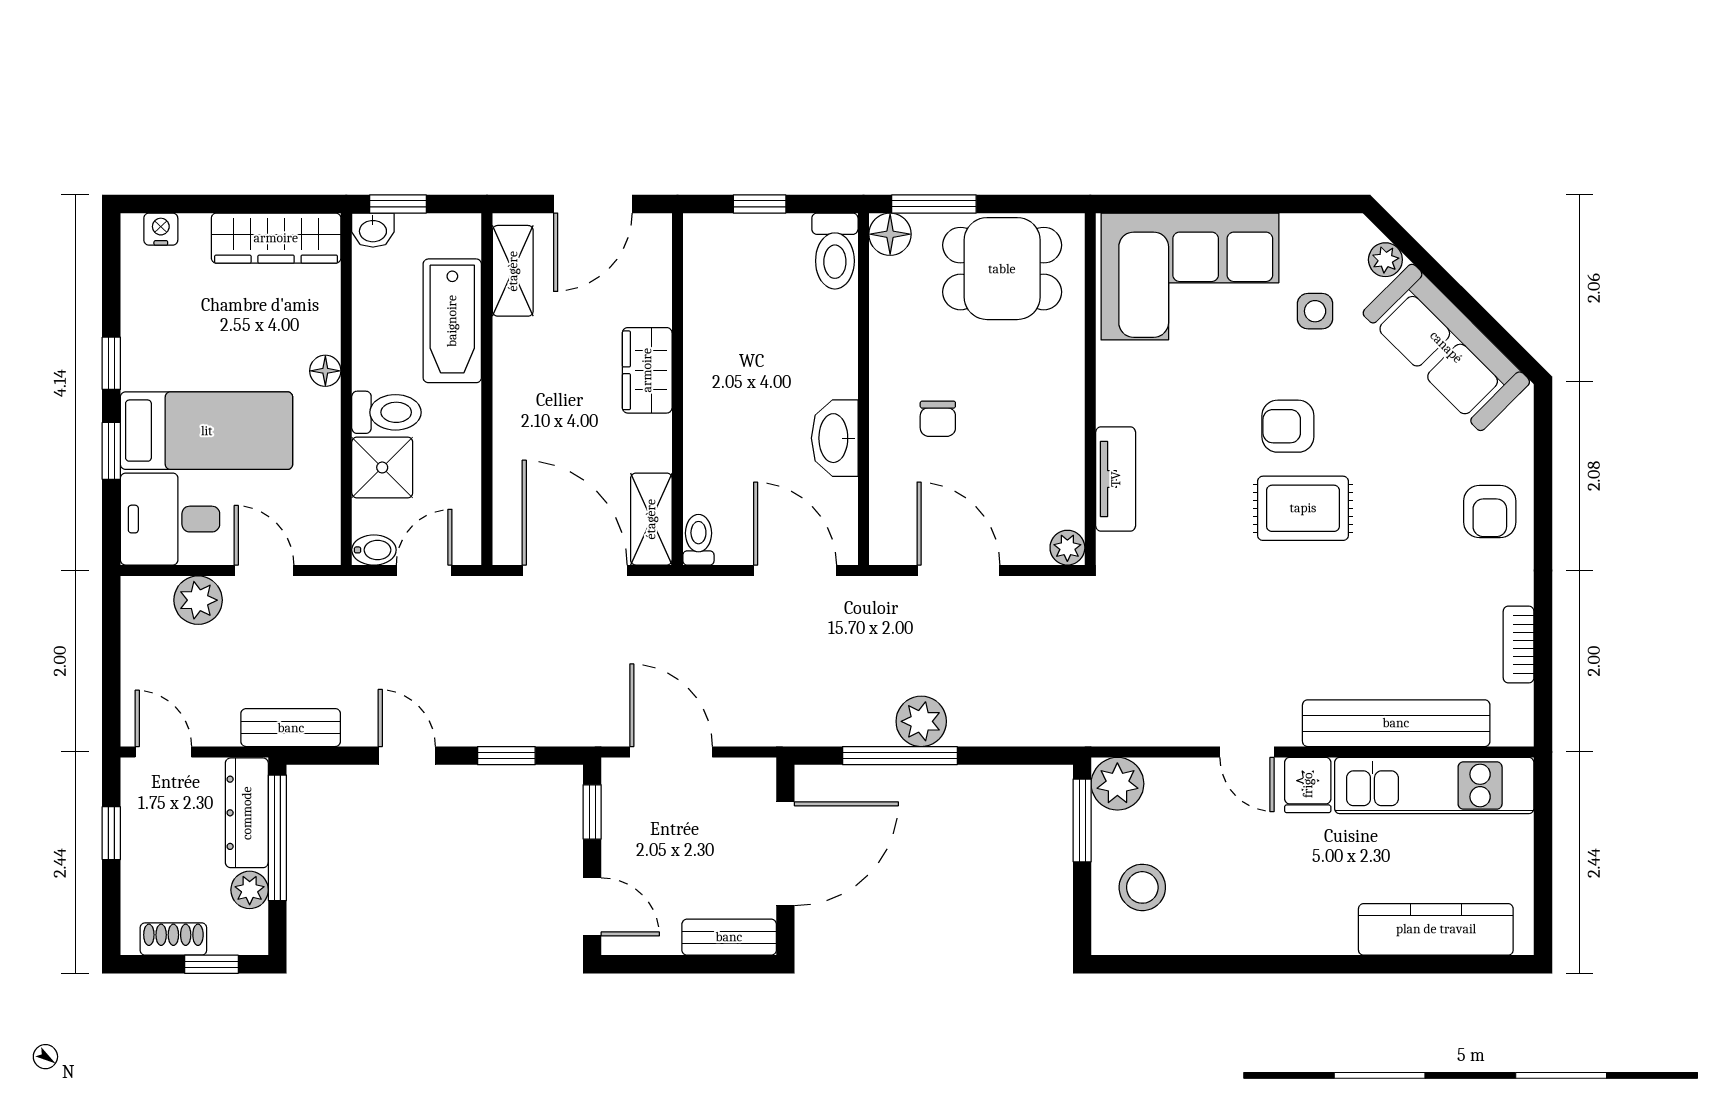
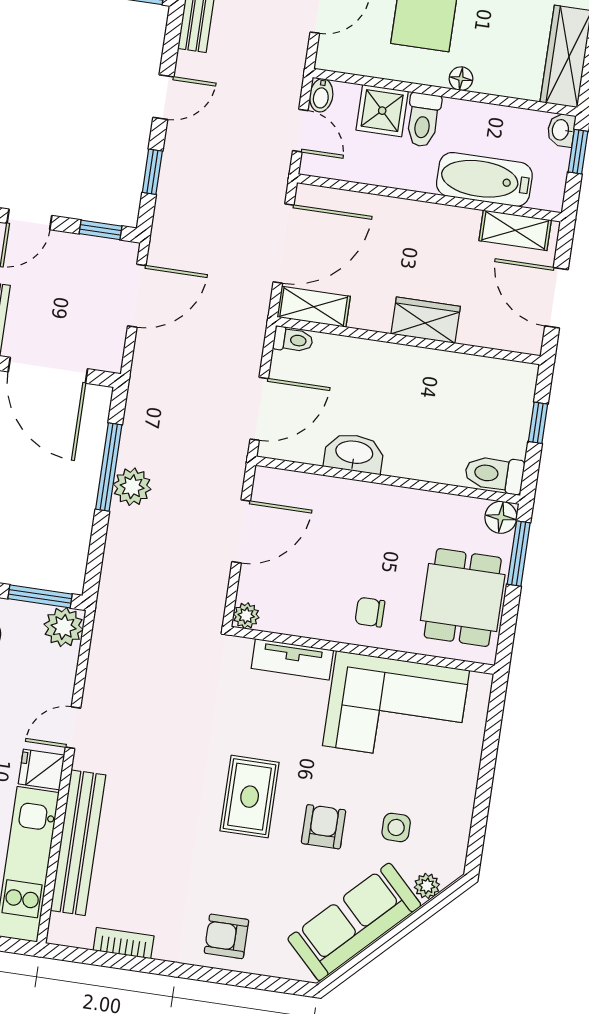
corner sofa: (1190, 276) -> (396, 708), moved, turned -90
chair: (938, 419) -> (370, 612), moved
armchair: (1288, 426) -> (324, 827), moved

